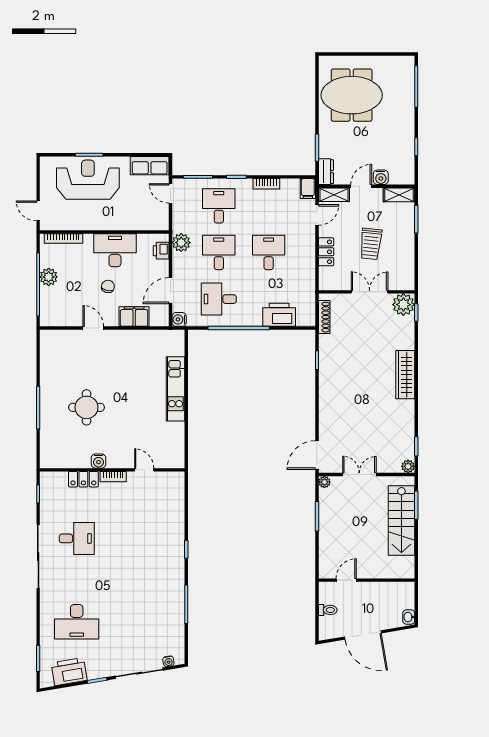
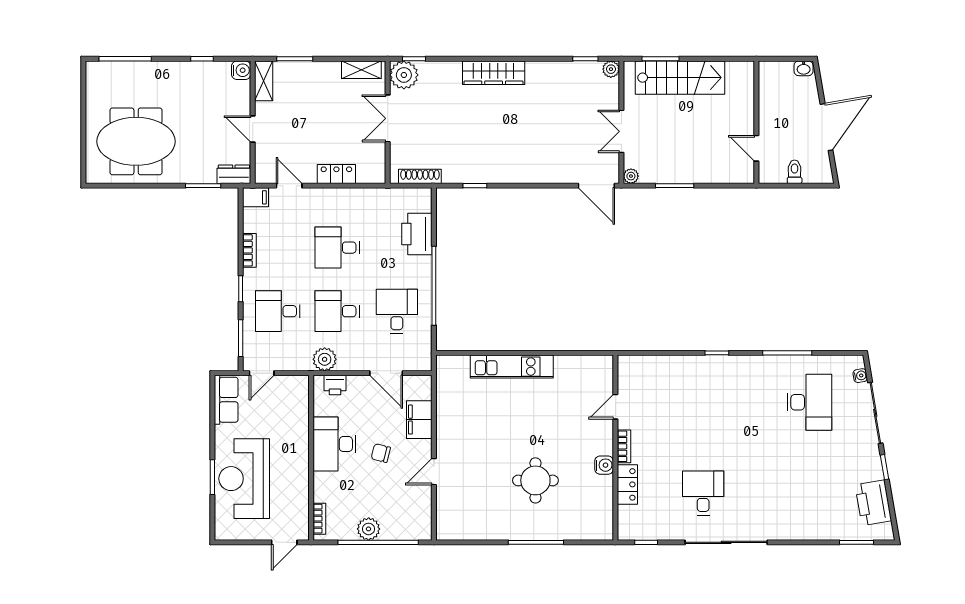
meeting table: (352, 95) -> (136, 141), turned 90
water cooler: (381, 177) -> (241, 70), moved
shelving: (334, 195) -> (361, 70), moved, turned 90
bookcase: (63, 238) -> (319, 519), width x0.64
trolley: (371, 244) -> (326, 117), removed
desk: (219, 299) -> (397, 311), turned 180
water cooler: (179, 319) -> (423, 362), removed
desk: (77, 622) -> (810, 402), moved

